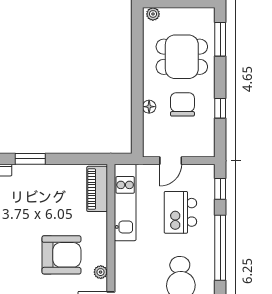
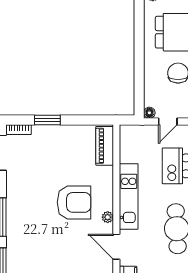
floor lamp: (149, 107) -> (149, 113), moved
kitchen unit: (125, 202) -> (129, 196), moved

